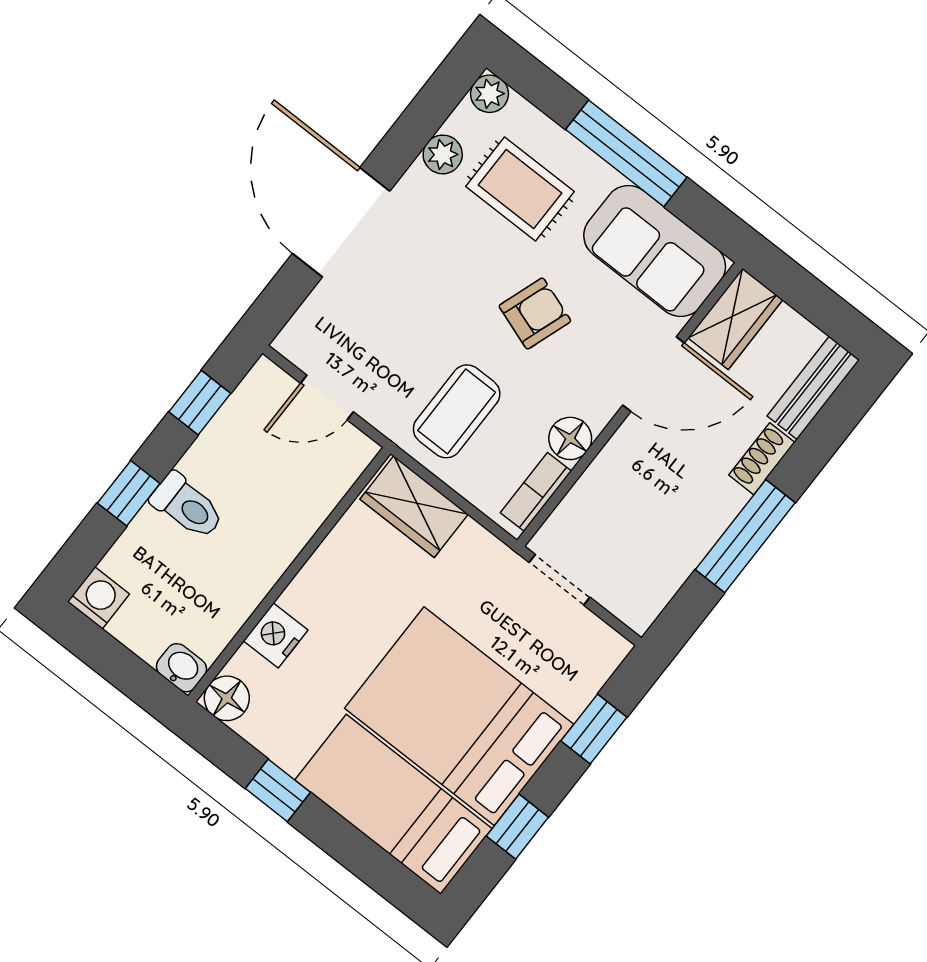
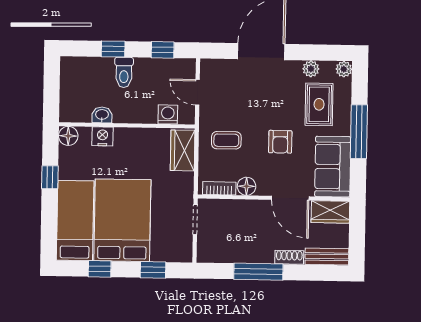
armchair: (535, 313) -> (280, 142), turned 71
coffee table: (457, 411) -> (226, 140), width x0.73, depth x0.77
washing machine: (98, 598) -> (168, 114), moved, turned -90
washbasin: (182, 668) -> (102, 115), moved, turned -90

